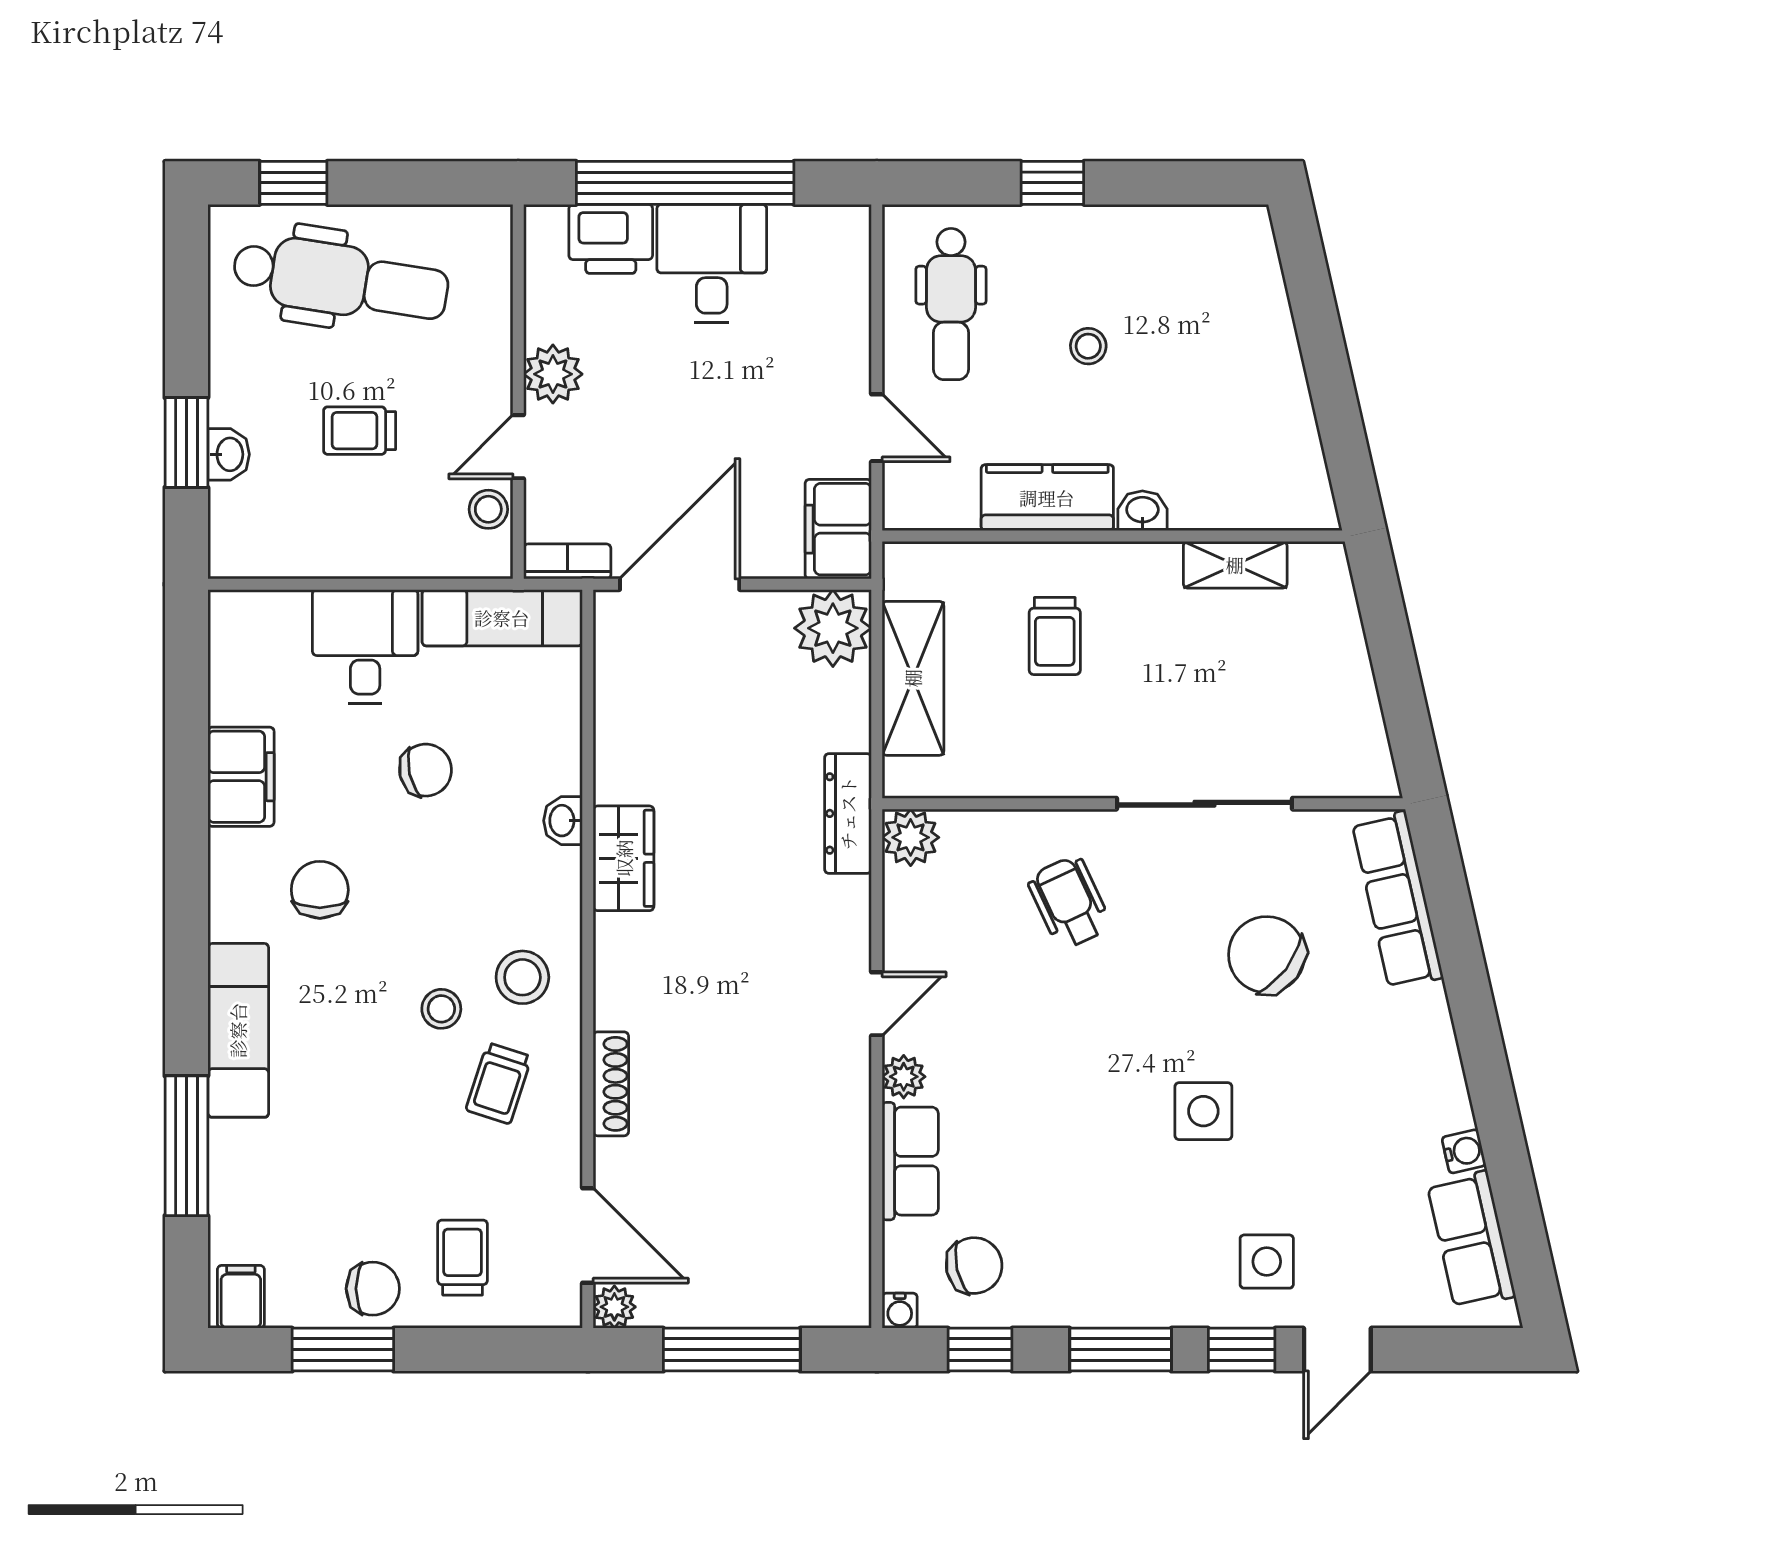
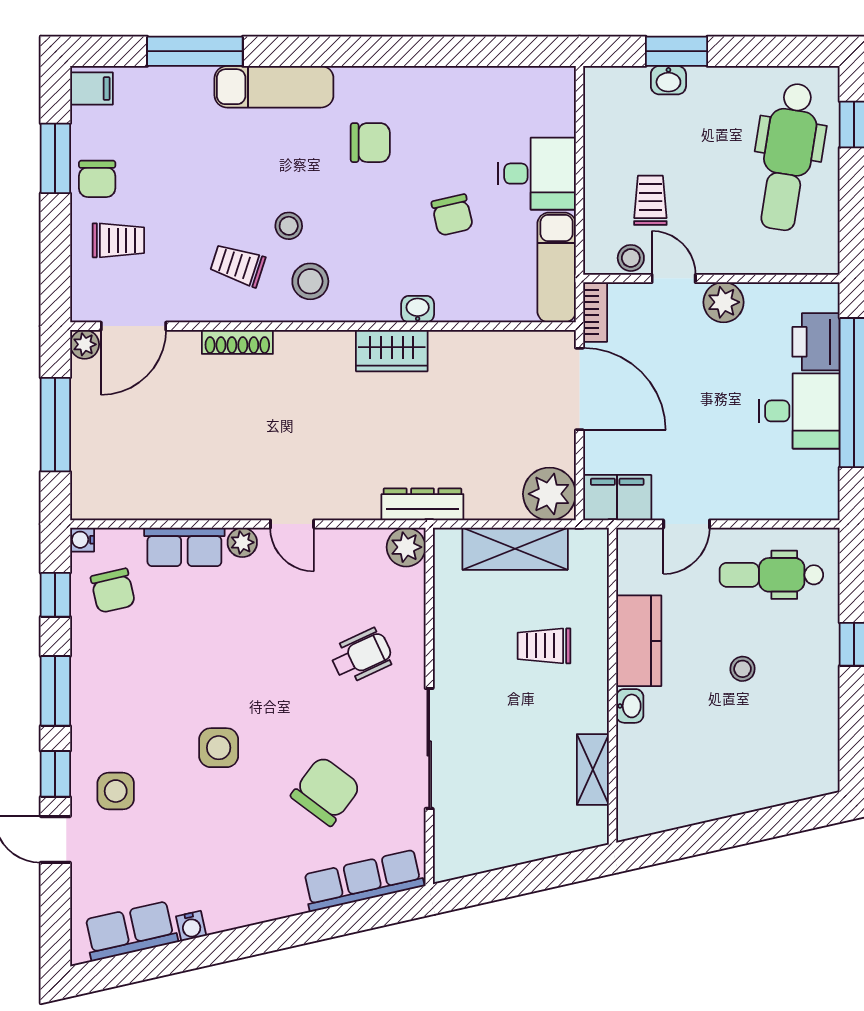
trolley: (360, 431) -> (650, 200), moved
filing cabinet: (241, 777) -> (448, 89), removed

